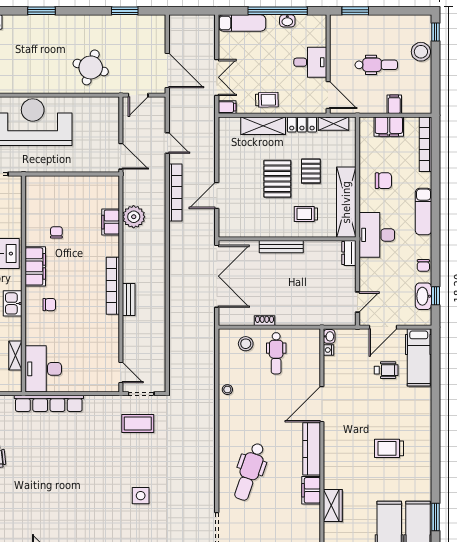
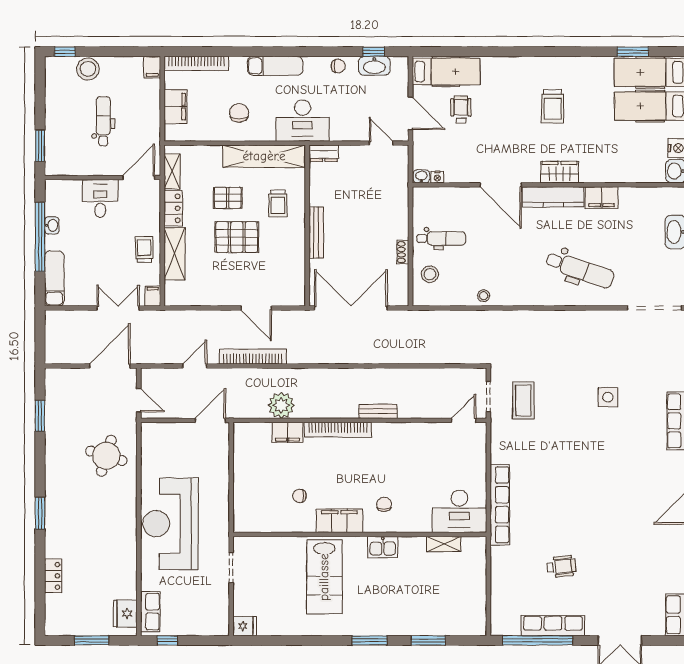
filing cabinet: (394, 104) -> (152, 67), moved, turned -90
bookcase: (113, 286) -> (338, 430), moved
wardrobe: (333, 505) -> (560, 172), moved

